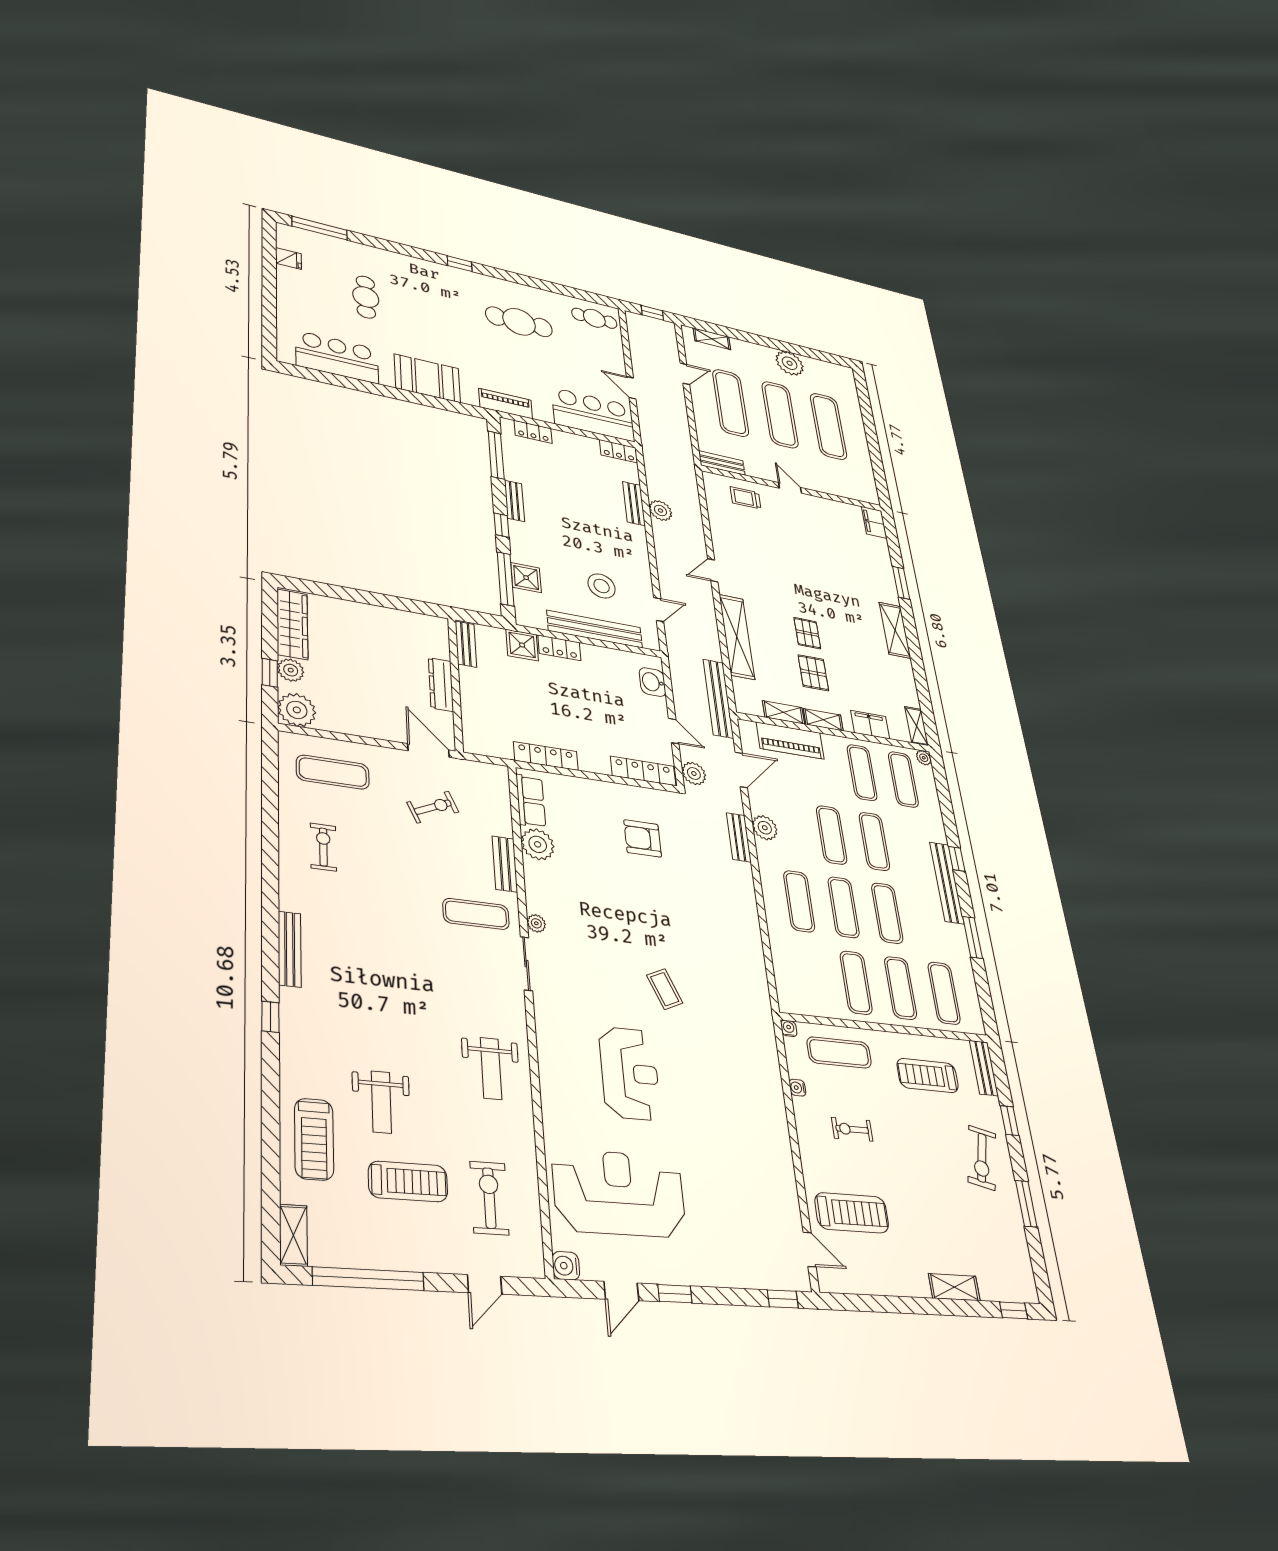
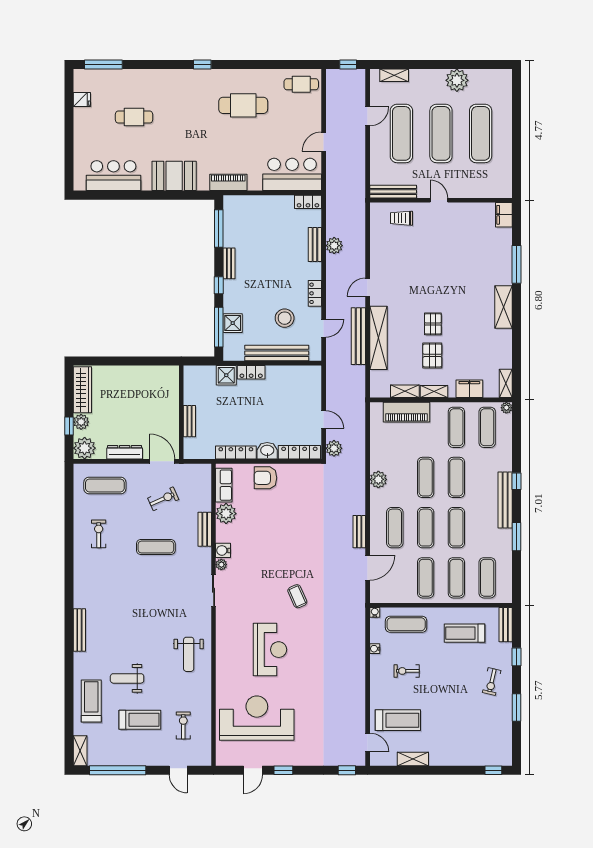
cafe table: (366, 297) -> (134, 117), turned 90
door: (631, 388) -> (324, 142), hinge flipped
locker: (533, 432) -> (315, 293), moved, turned 90
bench: (722, 463) -> (393, 192), width x1.36
window: (901, 583) -> (517, 264), width x1.44
bench: (466, 644) -> (189, 421), moved
washbasin: (653, 682) -> (267, 451), moved, turned 90
dresser: (441, 684) -> (125, 452), moved, turned 90
bench: (718, 698) -> (358, 336), moved
door: (741, 770) -> (368, 568), moved
bench: (739, 837) -> (359, 532), moved
armchair: (643, 838) -> (265, 478), moved
exercise mat: (476, 914) -> (156, 547), moved
bench: (290, 949) -> (79, 630), moved
window: (270, 1017) -> (69, 637), removed
weight bench: (381, 1102) -> (127, 678), turned 90
treadmill: (314, 1139) -> (91, 701), turned 180
exercise bike: (982, 1158) -> (492, 682), width x0.73, depth x0.72
exercise bike: (489, 1198) -> (183, 726), width x0.73, depth x0.72
water cooler: (566, 1266) -> (223, 550), moved
door: (485, 1284) -> (178, 770), hinge flipped
shelving: (954, 1287) -> (413, 759), moved

